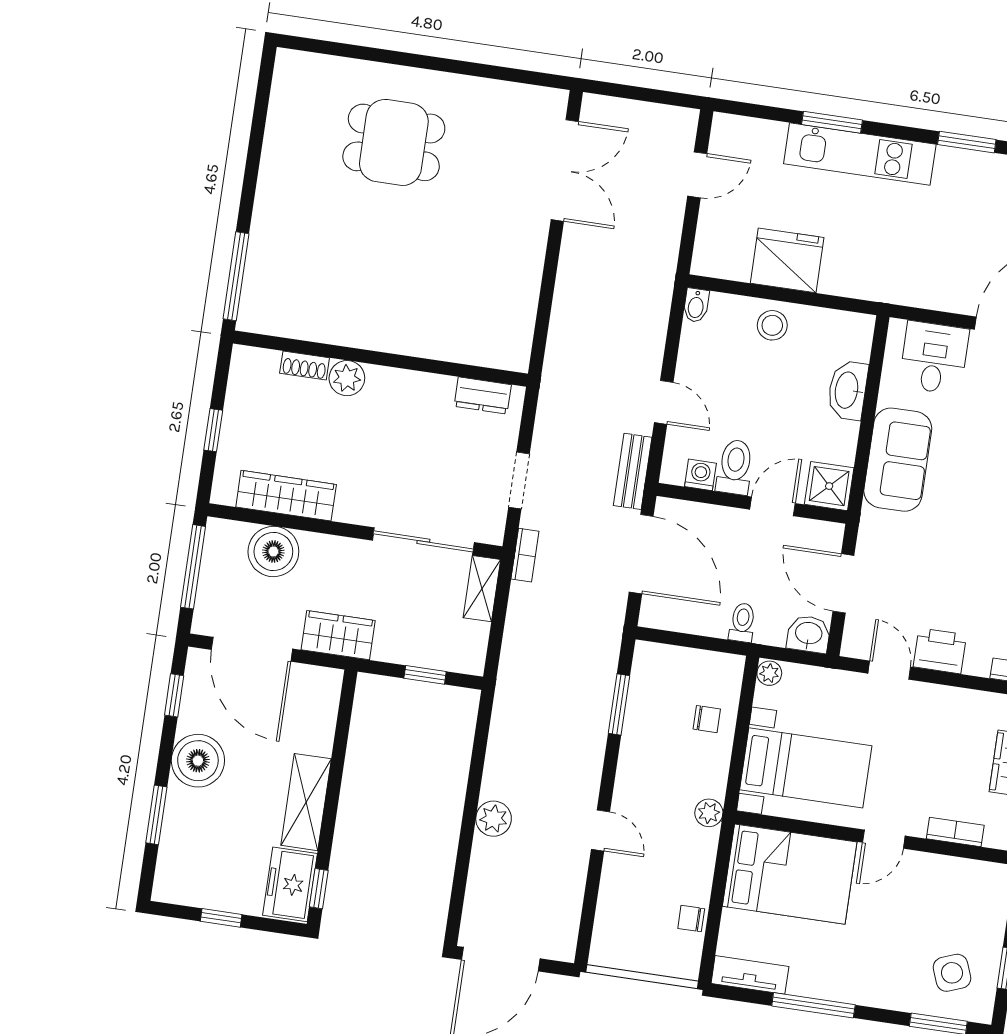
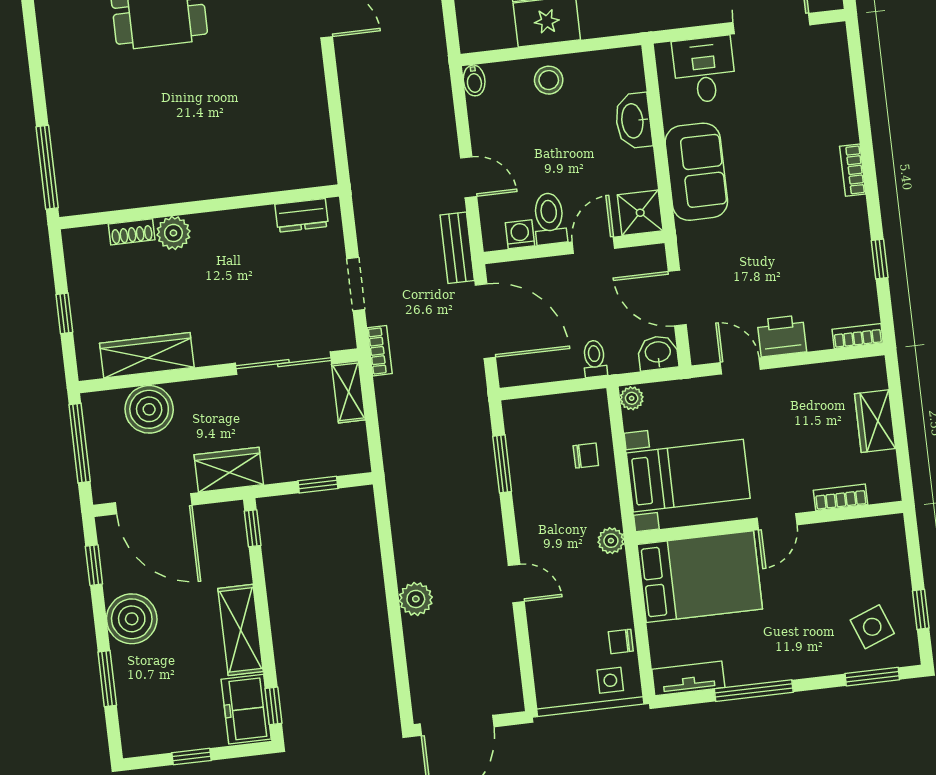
window: (346, 701) -> (253, 528), added
side table: (670, 955) -> (610, 680), added

